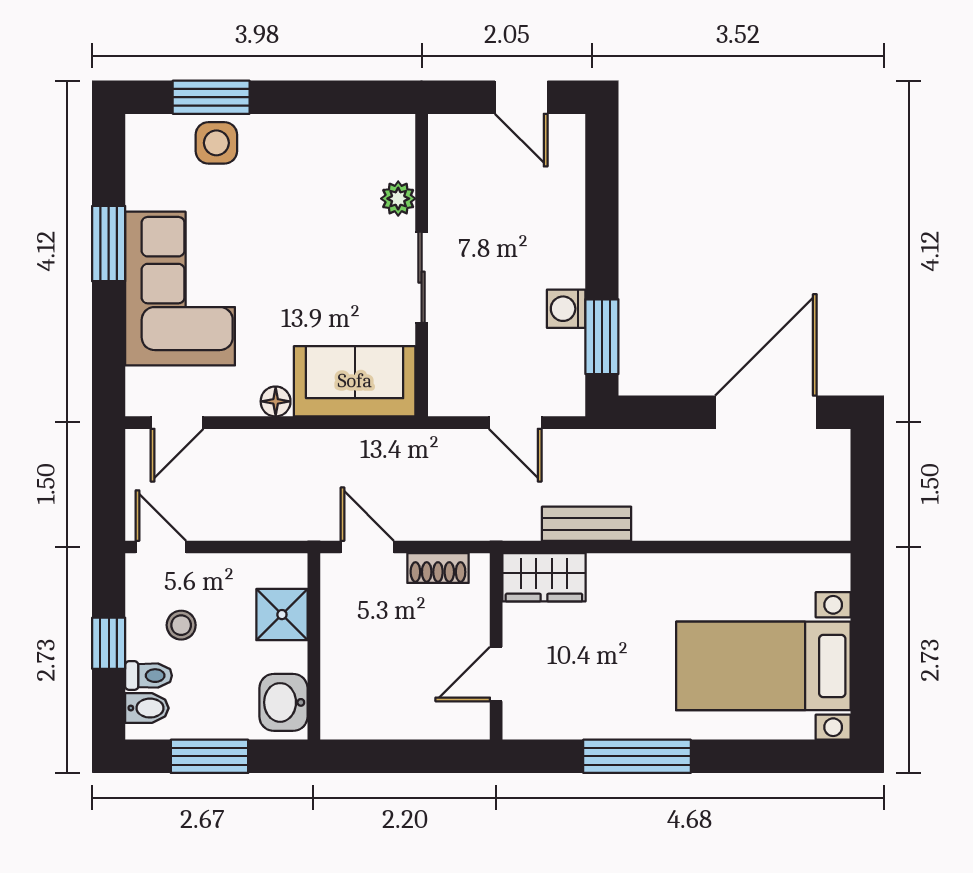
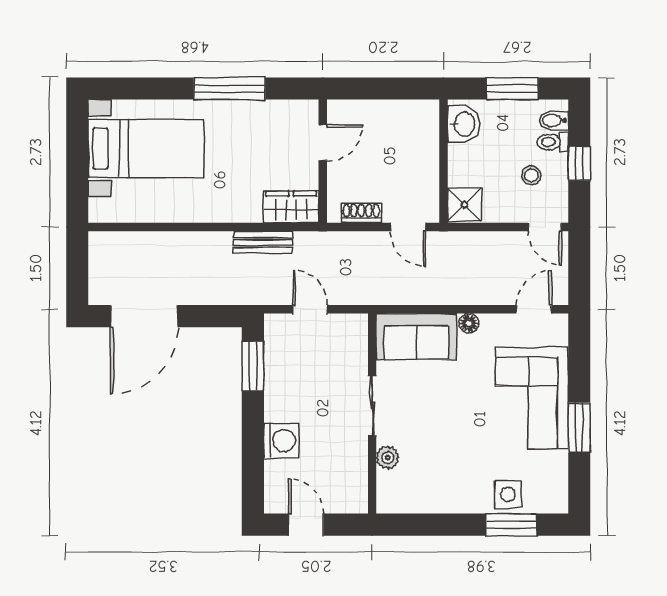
washing machine: (566, 309) -> (281, 441), moved, width x1.38, depth x1.38
shower: (282, 615) -> (465, 205), moved

